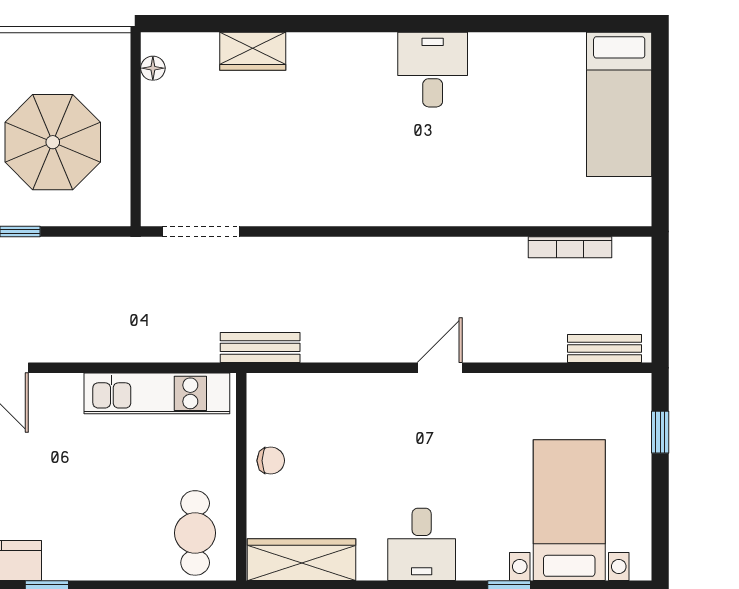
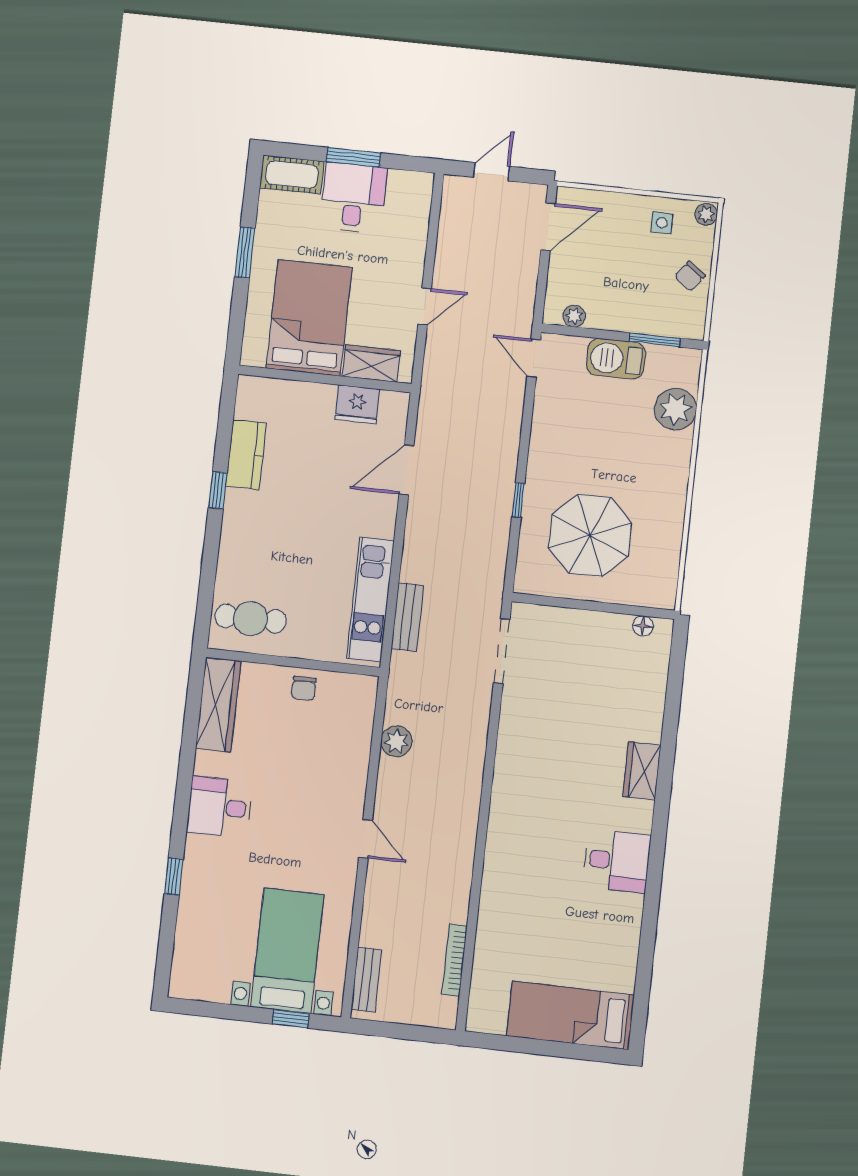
wardrobe: (253, 51) -> (642, 771), moved
plant: (321, 344) -> (396, 741), added
bench: (260, 347) -> (407, 617), moved
bed with nightstands: (569, 510) -> (287, 951), moved, turned -90

